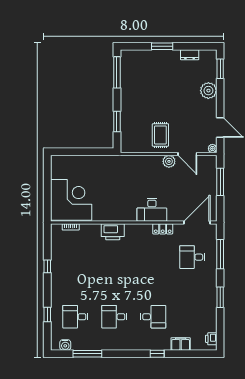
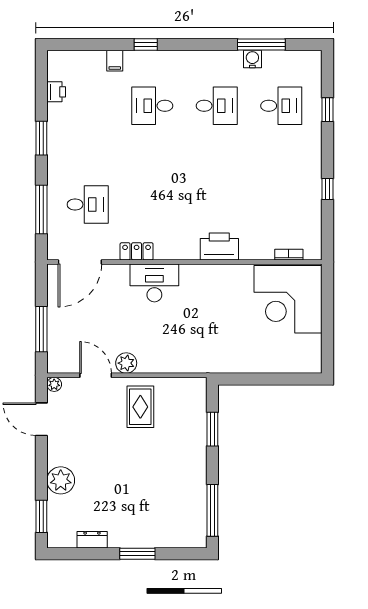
printer: (211, 339) -> (56, 92), moved
filing cabinet: (181, 344) -> (115, 61), width x0.50
water cooler: (65, 345) -> (252, 59), moved

